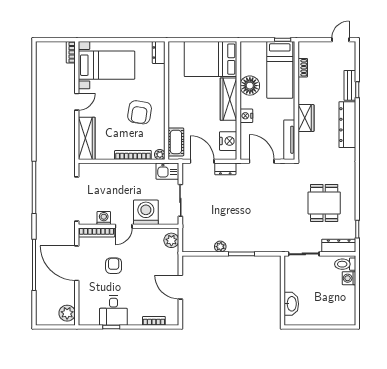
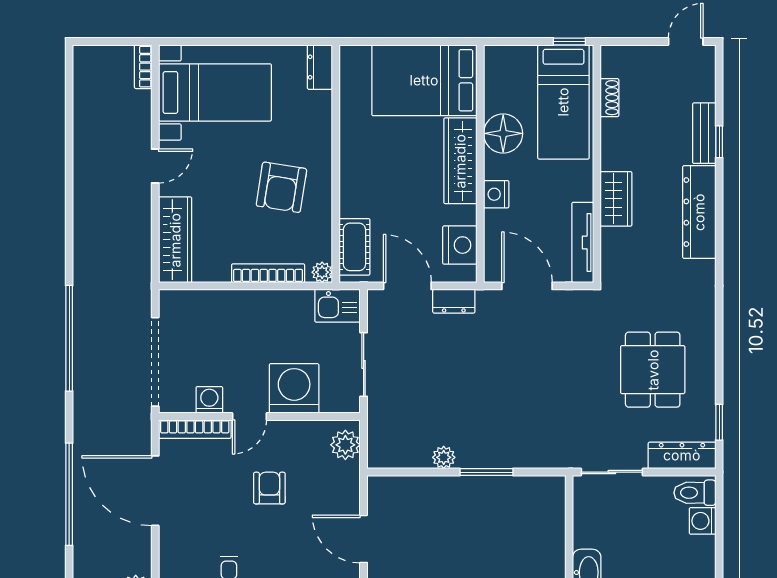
armchair: (114, 266) -> (269, 488), moved

